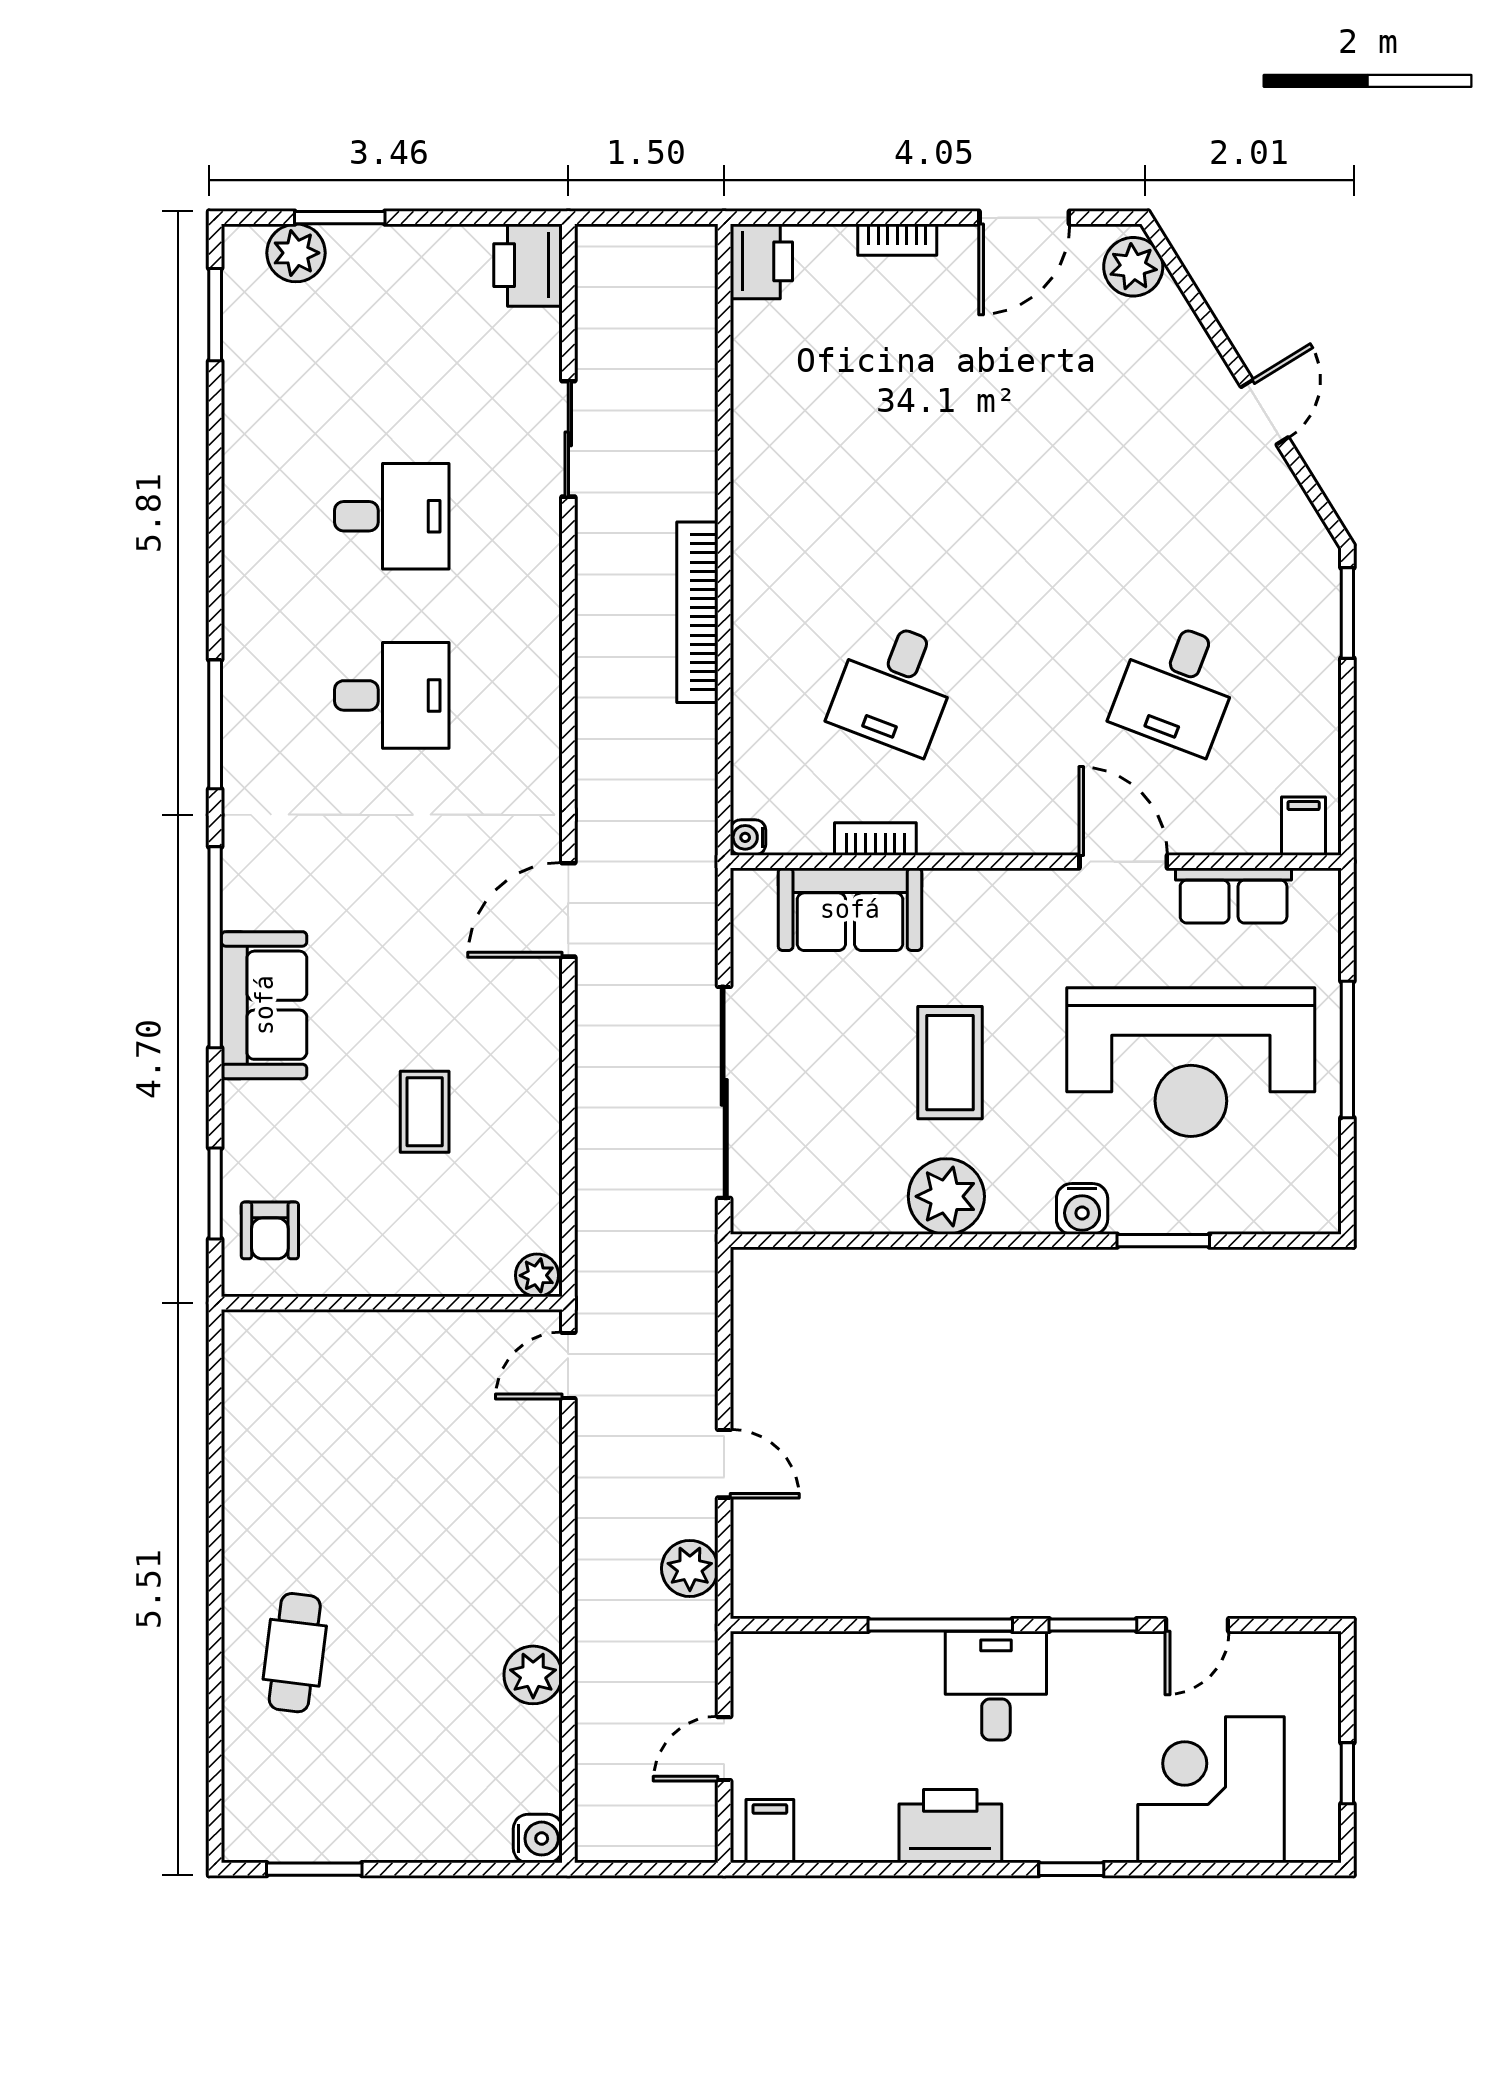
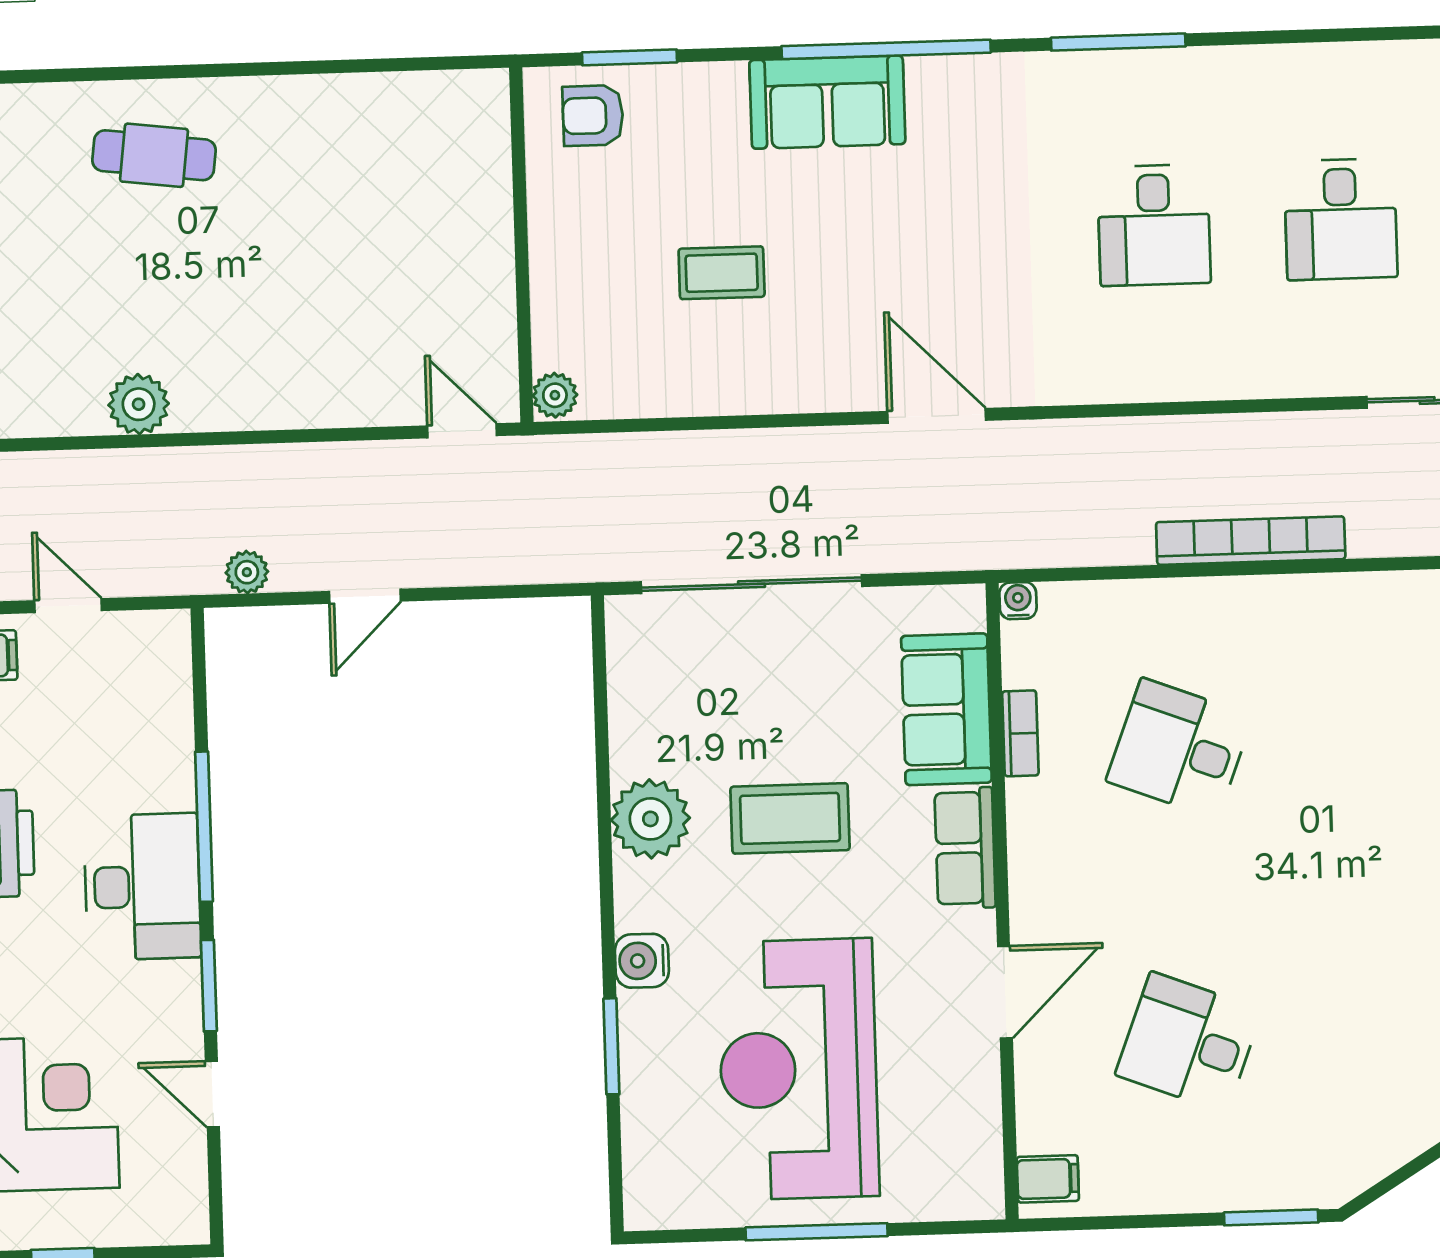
row of seats: (1234, 895) -> (965, 848), moved
plant: (690, 1568) -> (247, 572), width x0.73, depth x0.73
desk: (996, 1686) -> (142, 887), width x1.37

